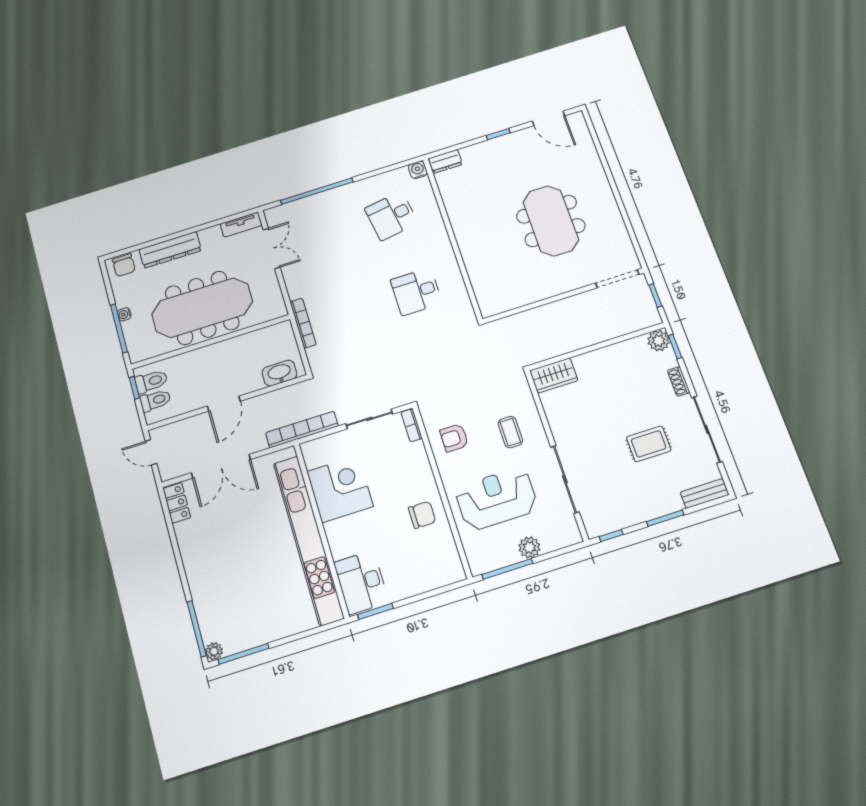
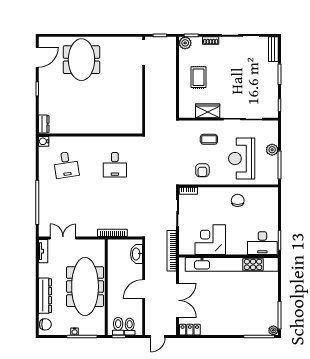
meeting table: (551, 221) -> (81, 60), moved, turned 90
wardrobe: (554, 375) -> (208, 111), moved, turned -90
door: (224, 404) -> (144, 289), swing flipped
rug: (649, 444) -> (199, 77), moved

